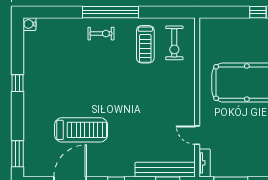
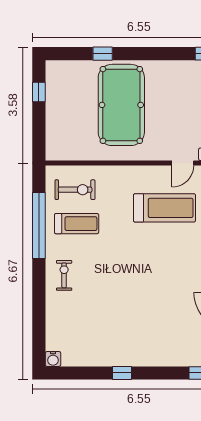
window: (110, 12) -> (39, 226), moved
treadmill: (81, 130) -> (164, 208), moved, turned 90

